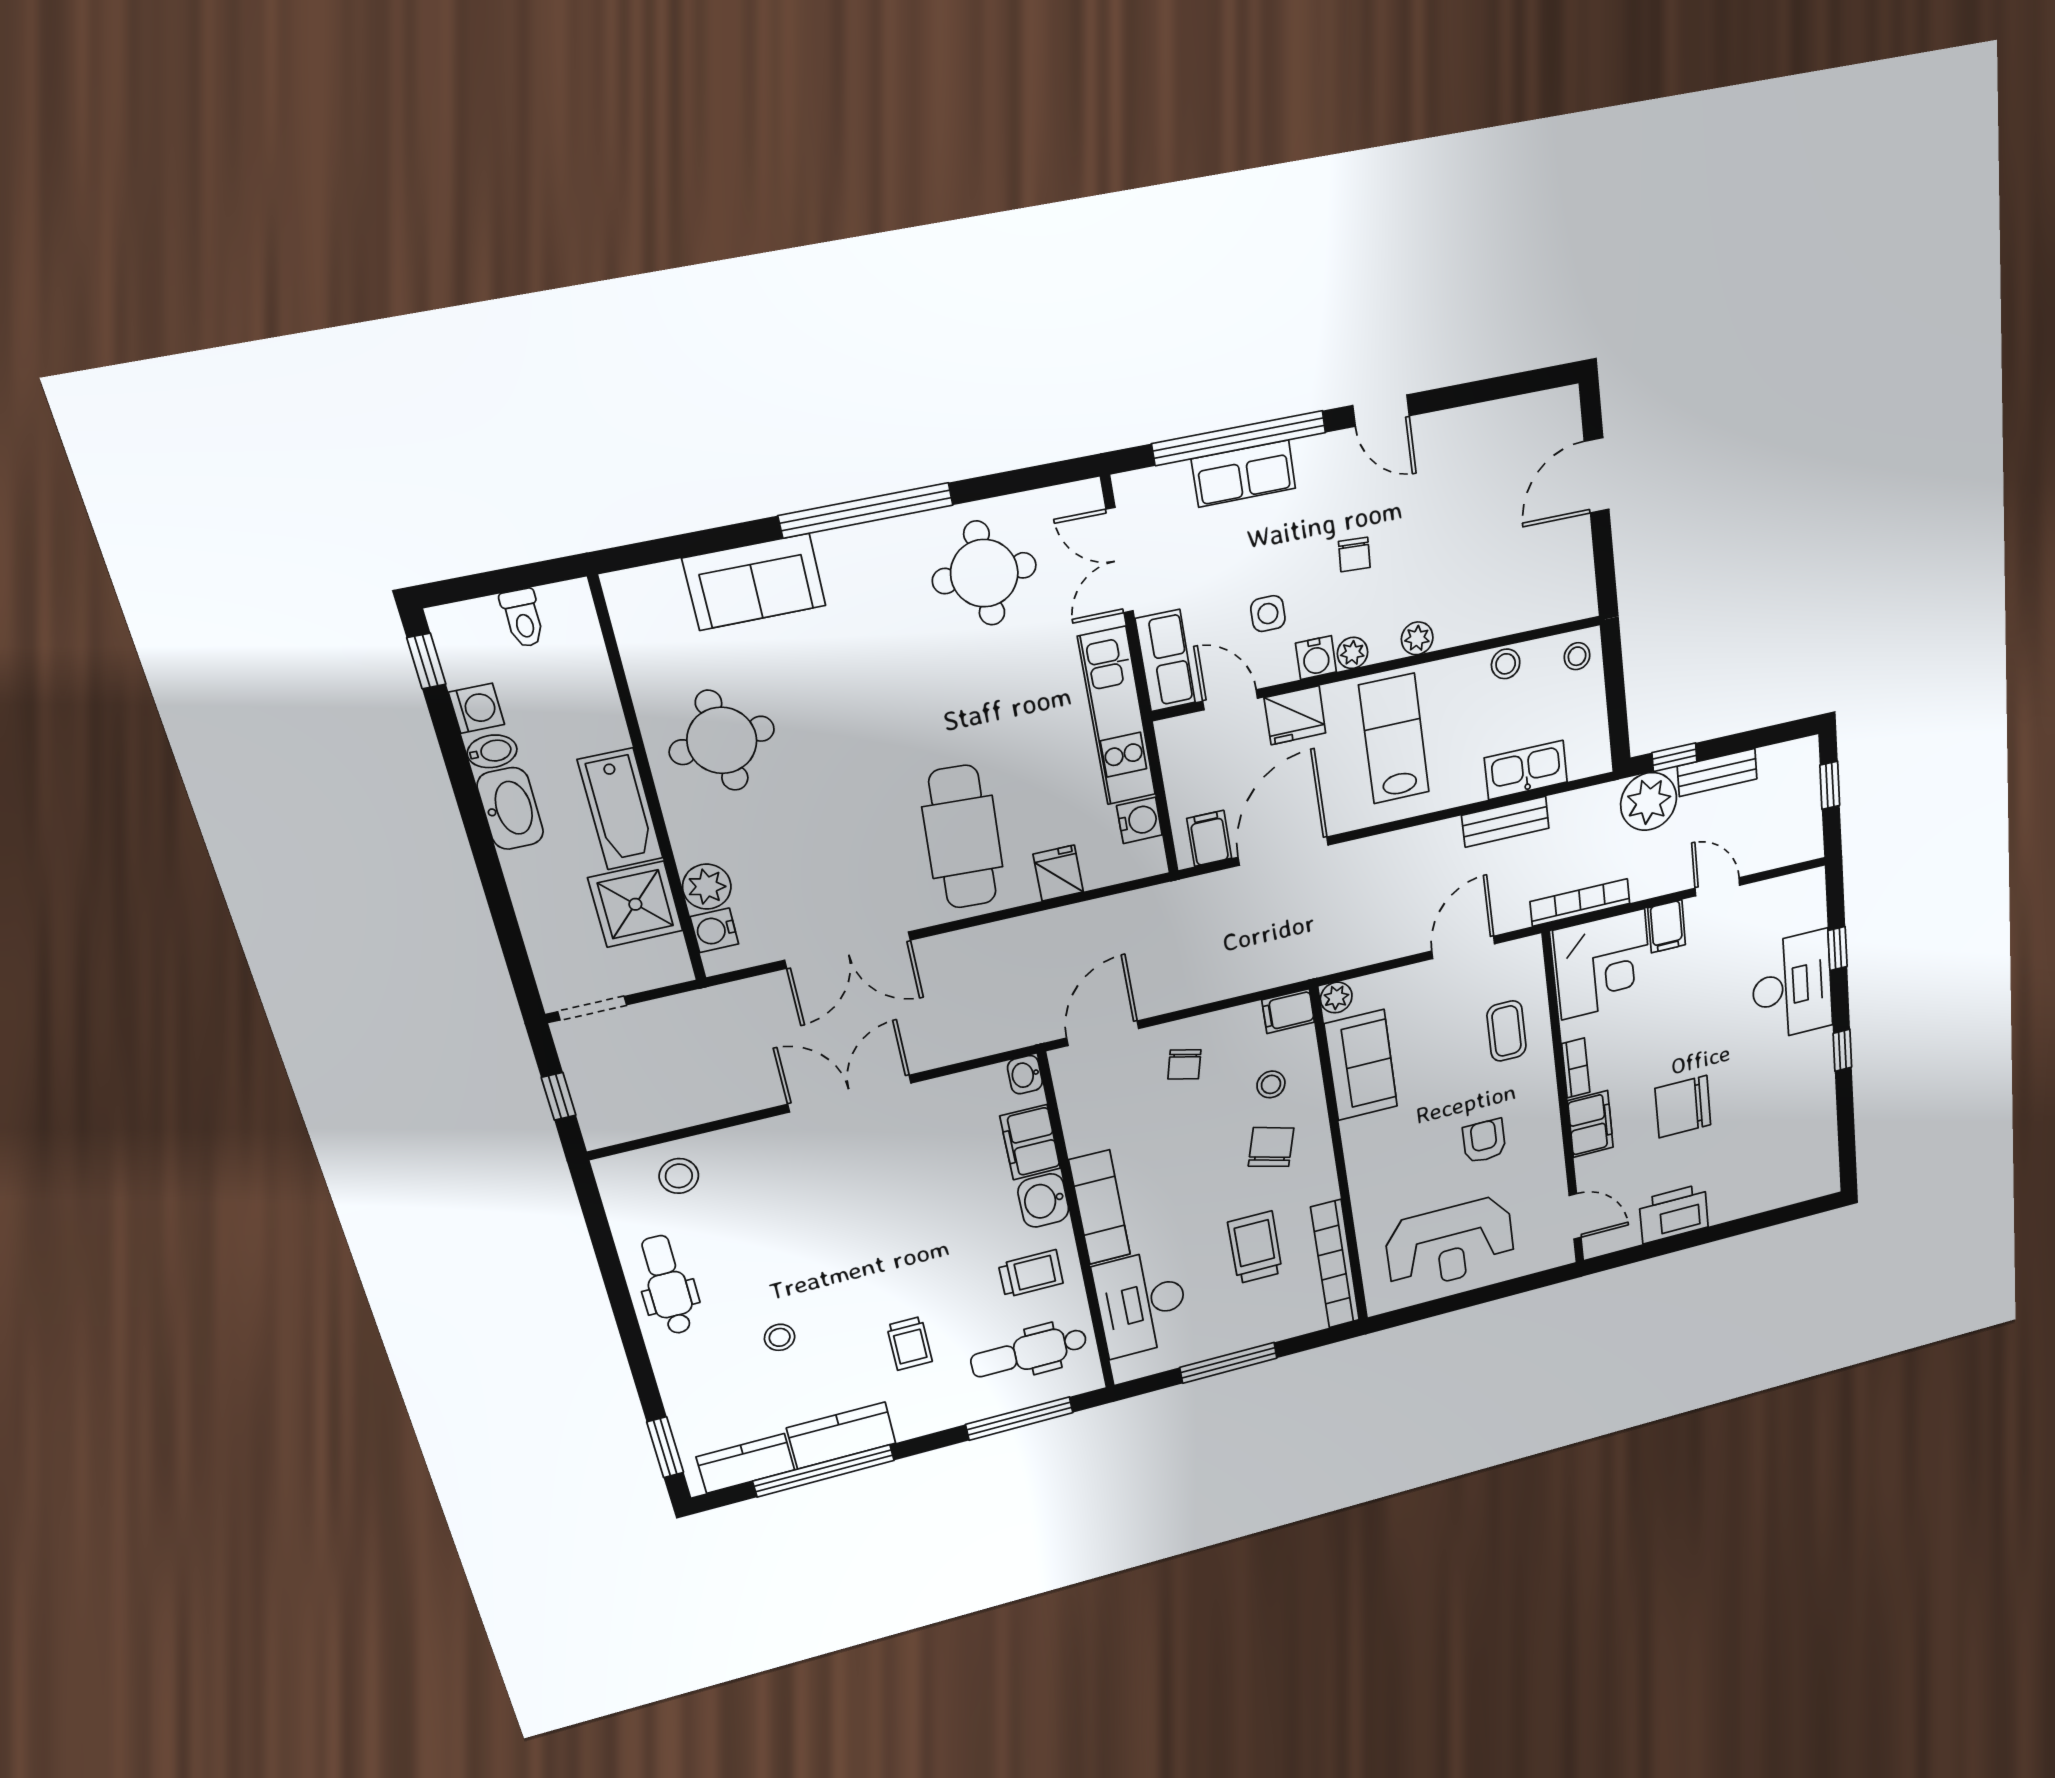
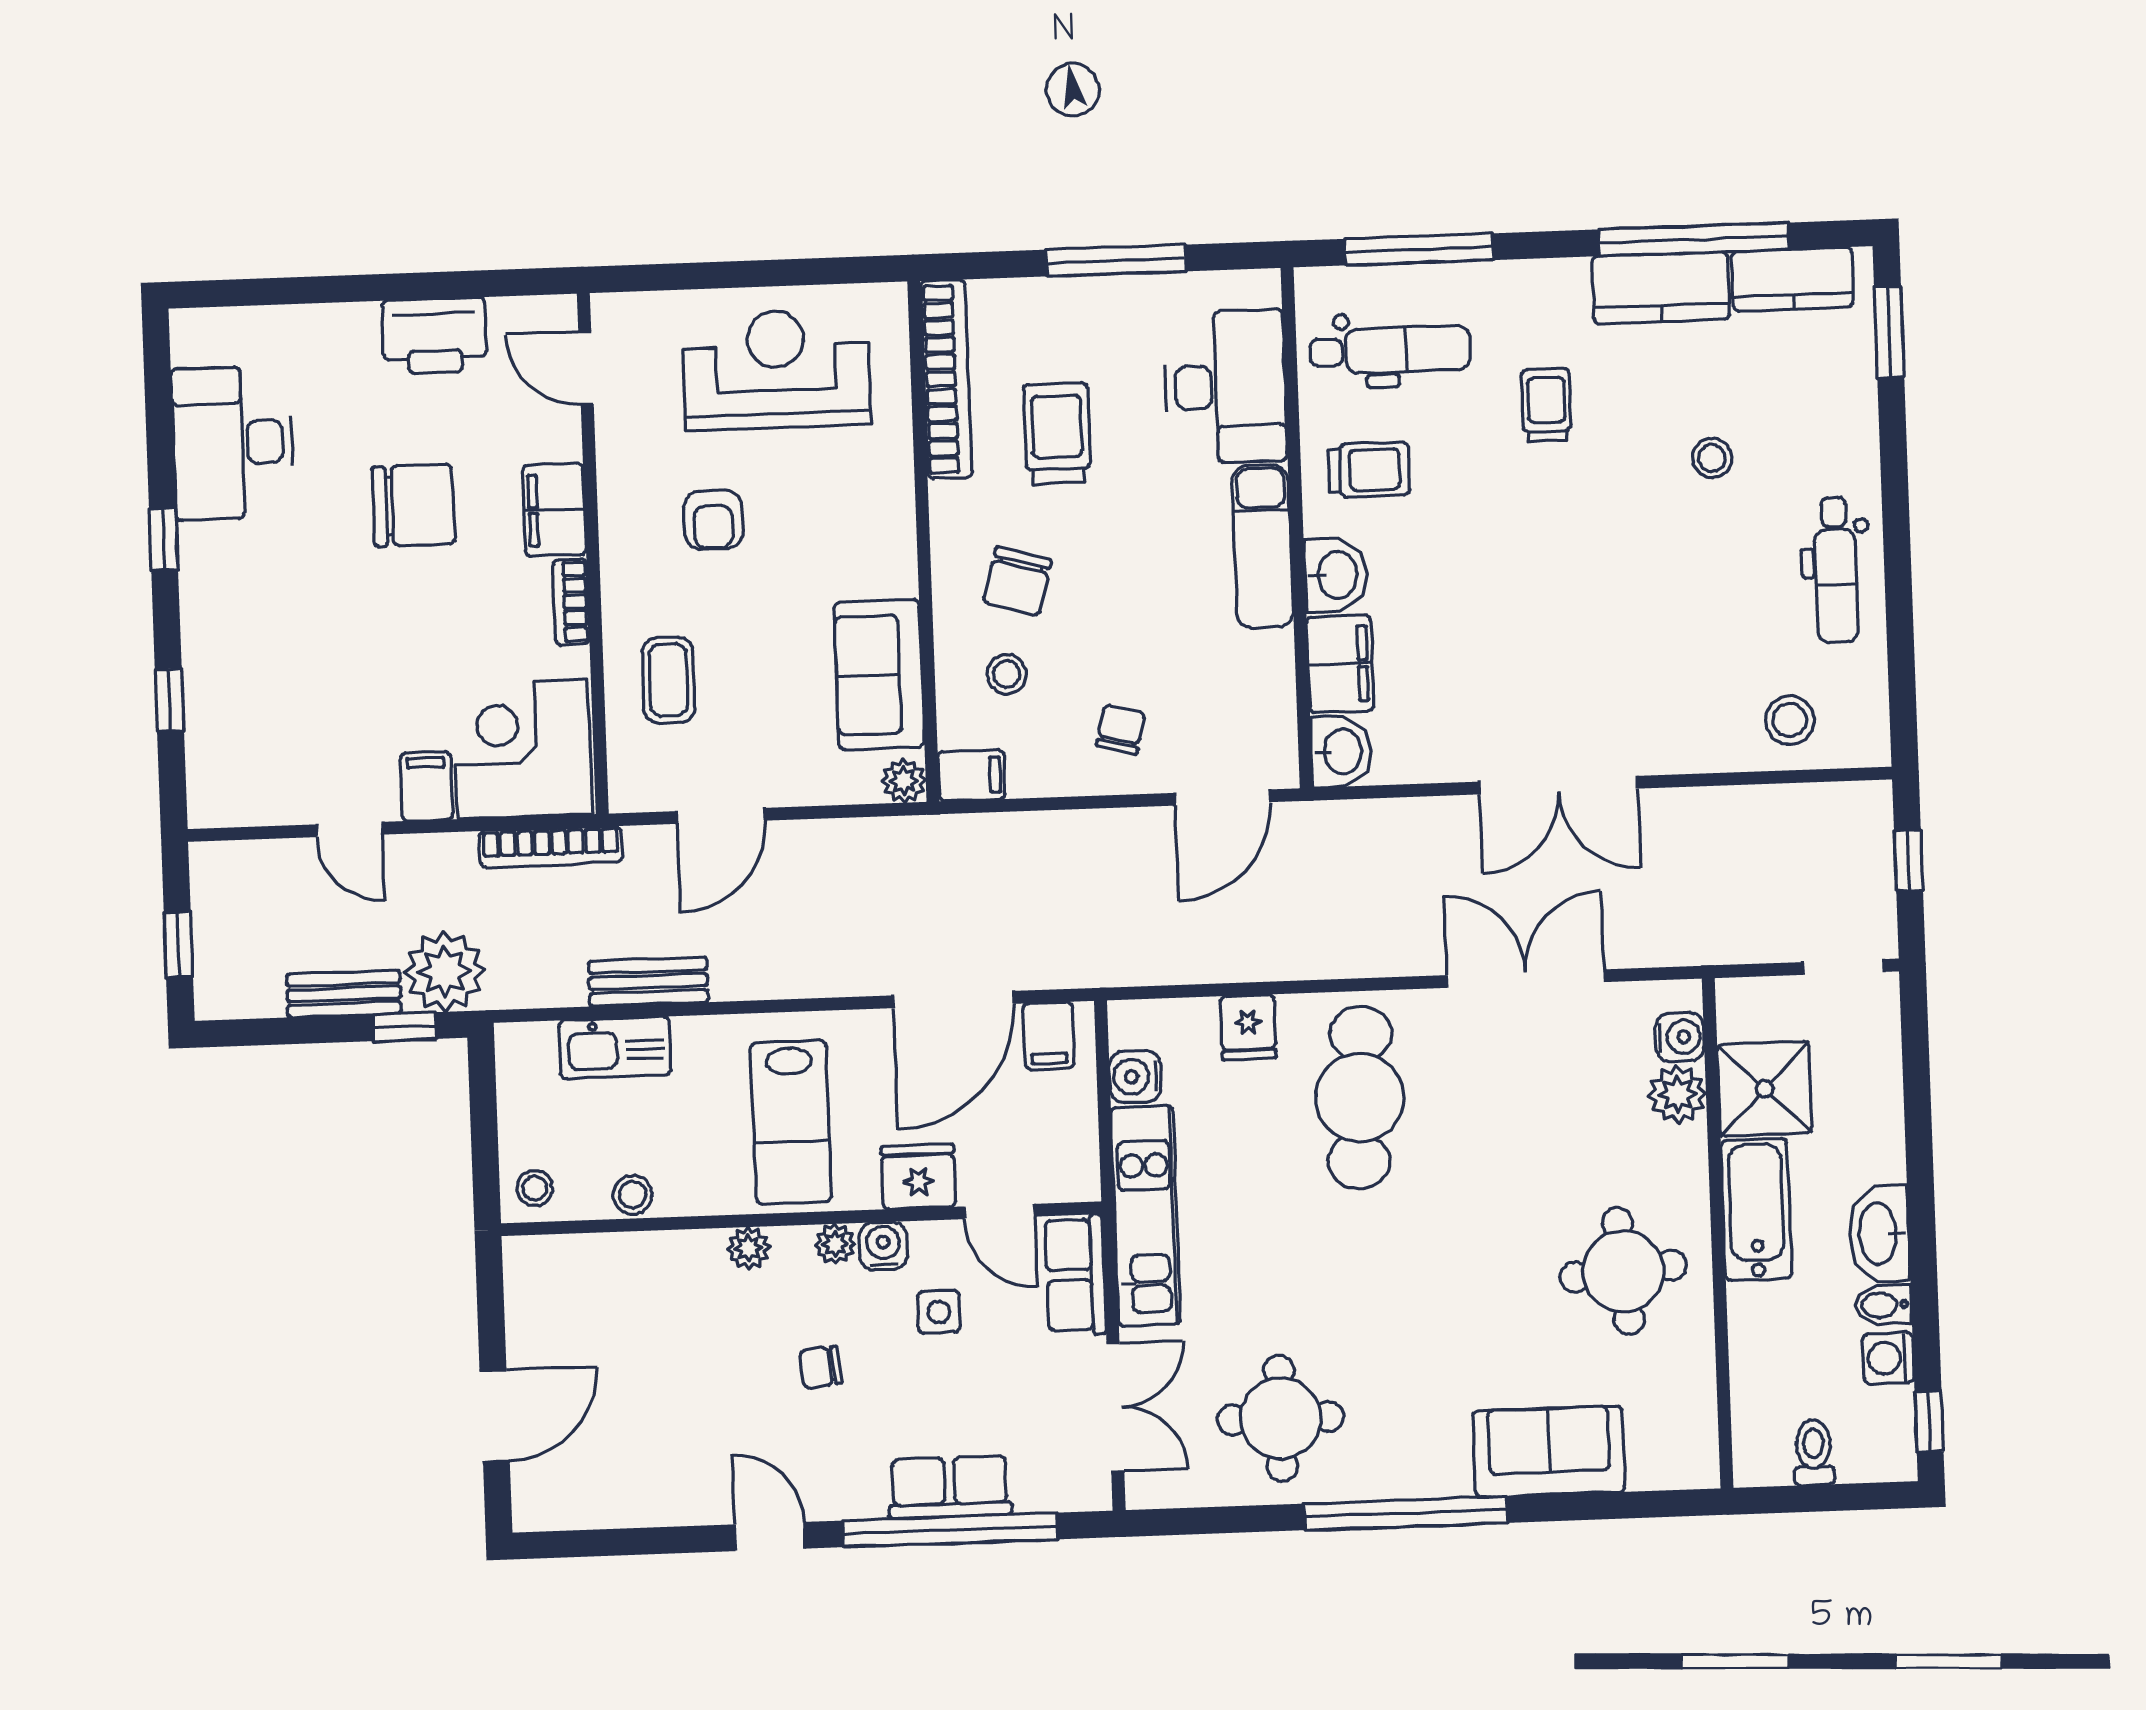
chair: (1354, 555) -> (821, 1367), turned -99
desk: (1792, 986) -> (233, 443), moved
washbasin: (1025, 1075) -> (1341, 752), width x1.38, depth x1.45
trolley: (1255, 1247) -> (1057, 433), turned 180
trolley: (1031, 1274) -> (1369, 470), turned 180

